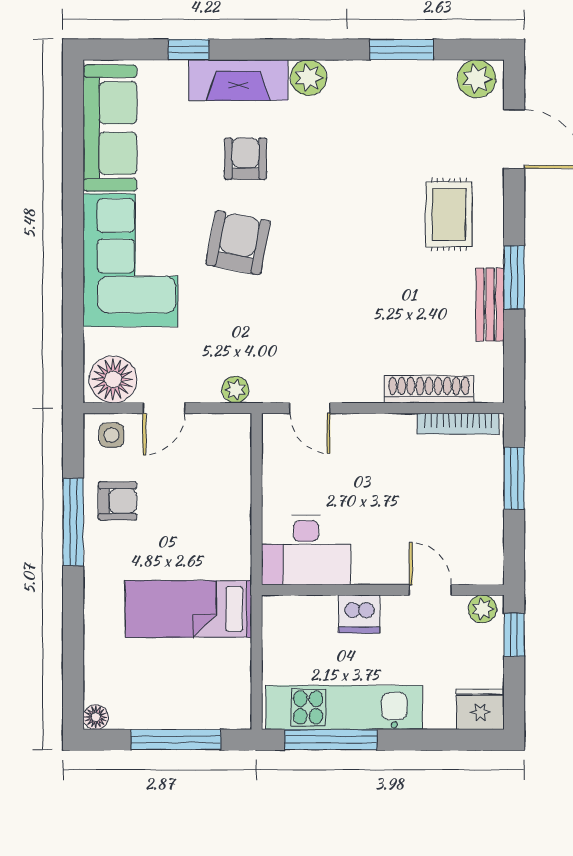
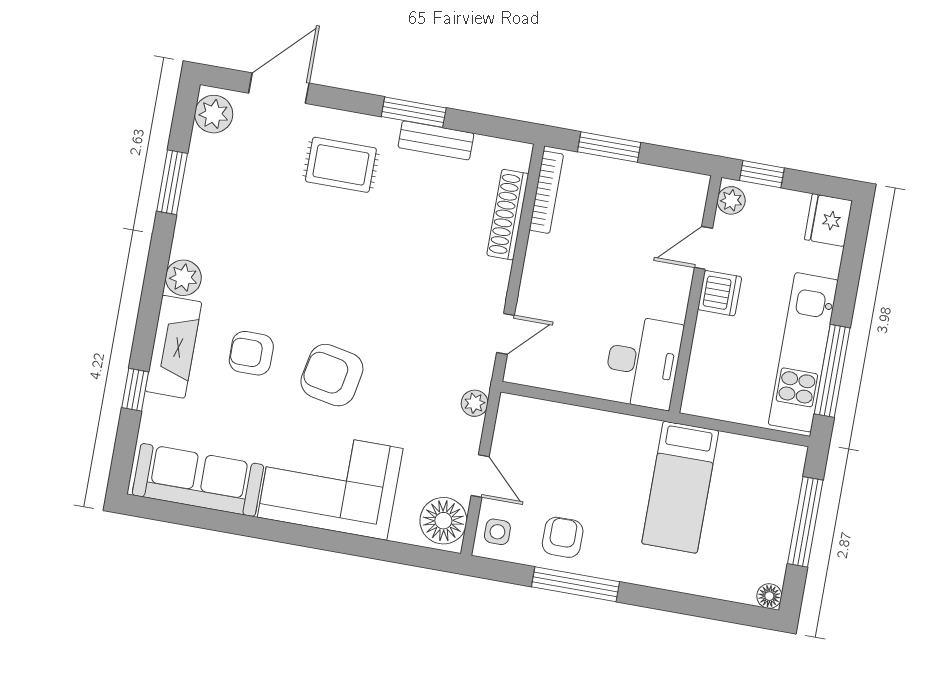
dishwasher: (359, 614) -> (720, 293), moved

